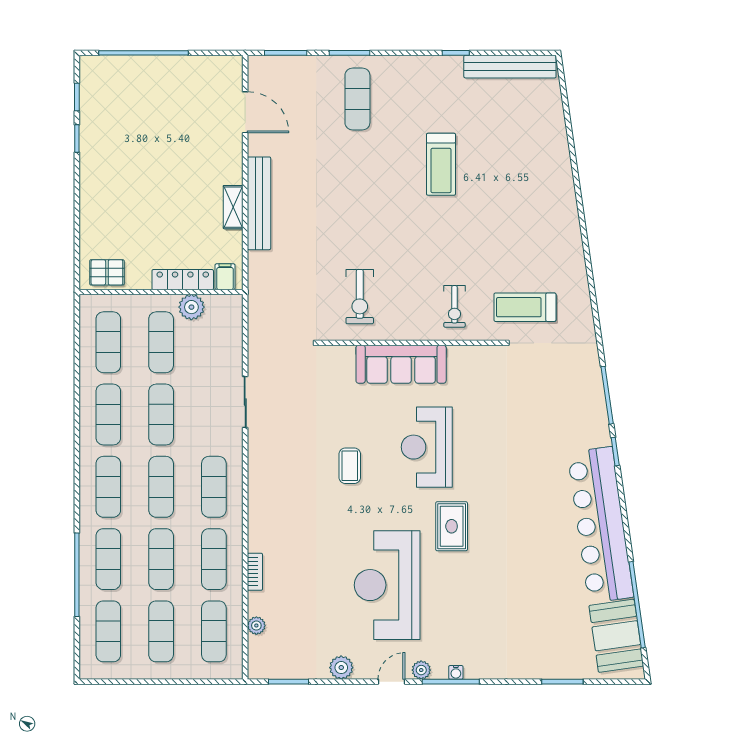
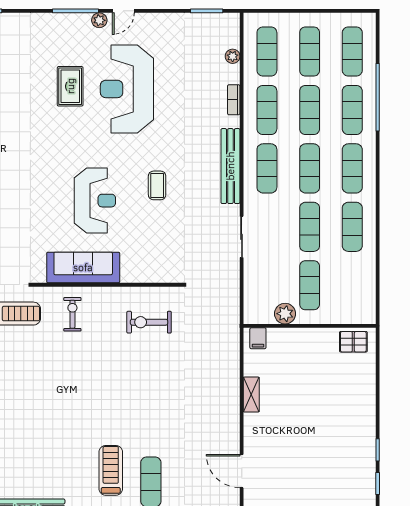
treadmill: (441, 164) -> (111, 470), moved
bench: (259, 203) -> (230, 166), moved
locker: (183, 280) -> (292, 336), removed
exercise bike: (360, 297) -> (149, 322), turned -90
exercise mat: (108, 342) -> (352, 285), removed
sofa: (401, 364) -> (83, 267), moved
rug: (452, 526) -> (70, 86), moved
reception desk: (387, 585) -> (127, 89), turned 180
plant: (341, 668) -> (164, 22), removed
water cooler: (456, 672) -> (71, 18), removed

